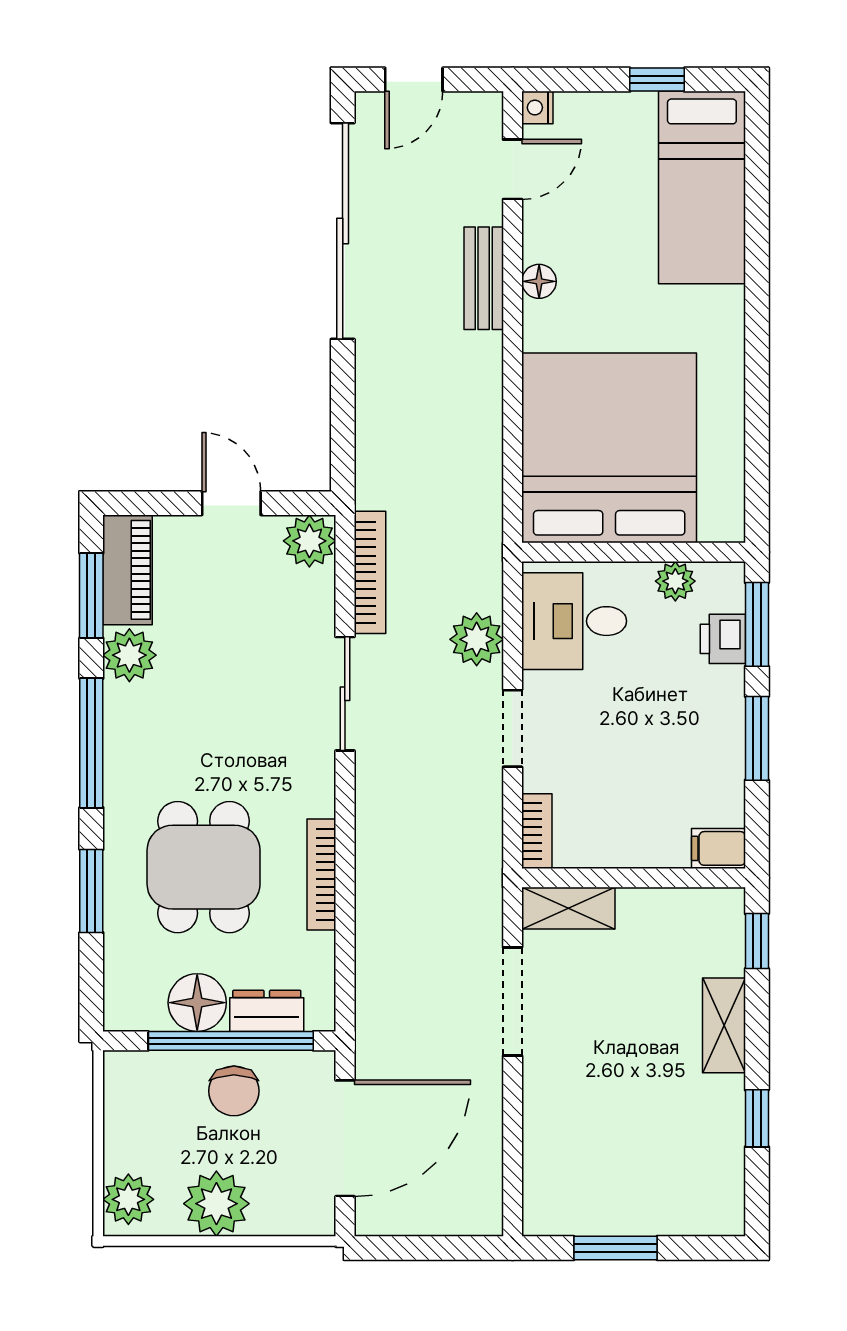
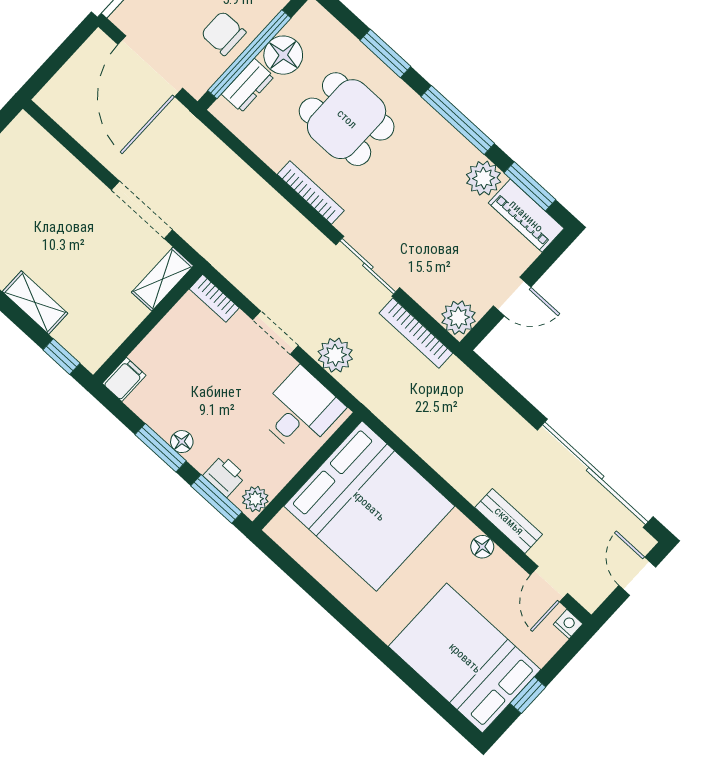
bed: (702, 188) -> (465, 658), width x1.50
plant: (675, 581) -> (255, 499), moved
floor lamp: (729, 721) -> (182, 442), added
bookcase: (321, 874) -> (311, 192), moved

